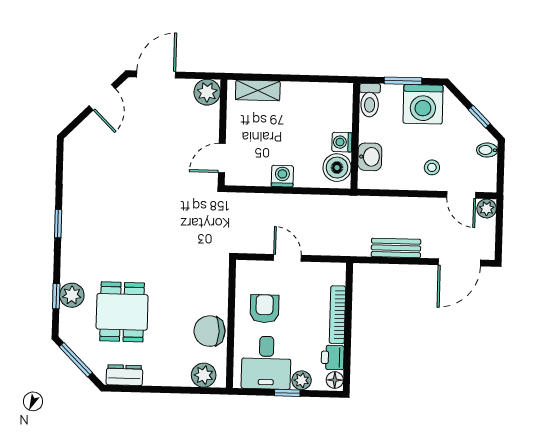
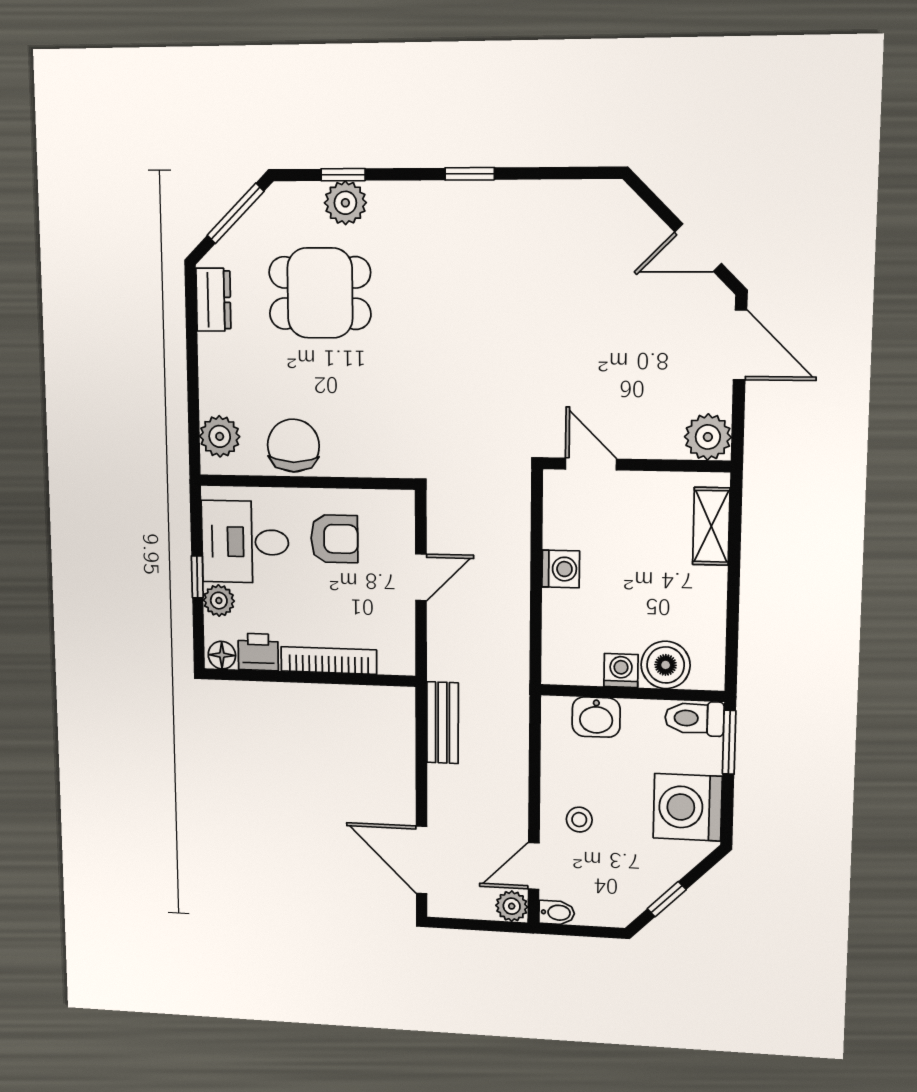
window: (403, 81) -> (729, 742), moved
bidet: (487, 150) -> (557, 913), moved, turned 90
boiler: (337, 168) -> (666, 665), moved
bench: (396, 248) -> (443, 723), moved

